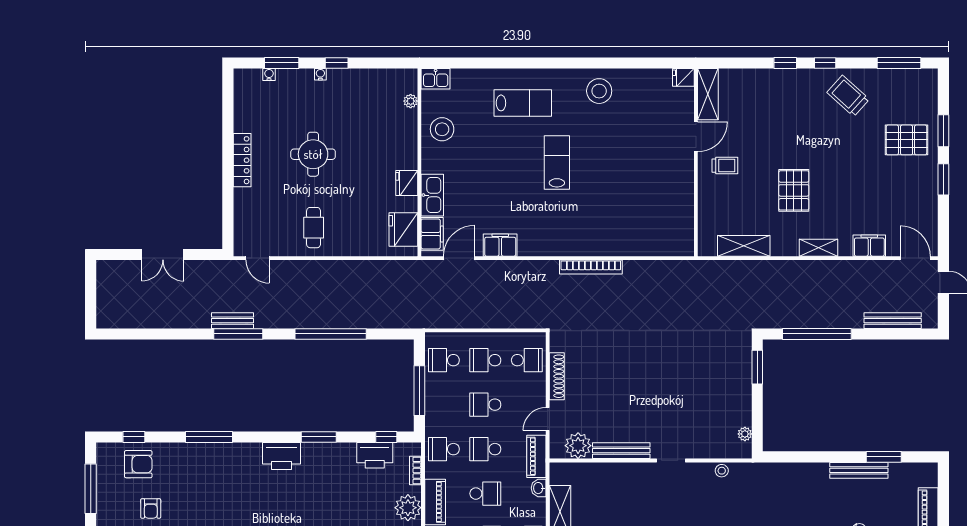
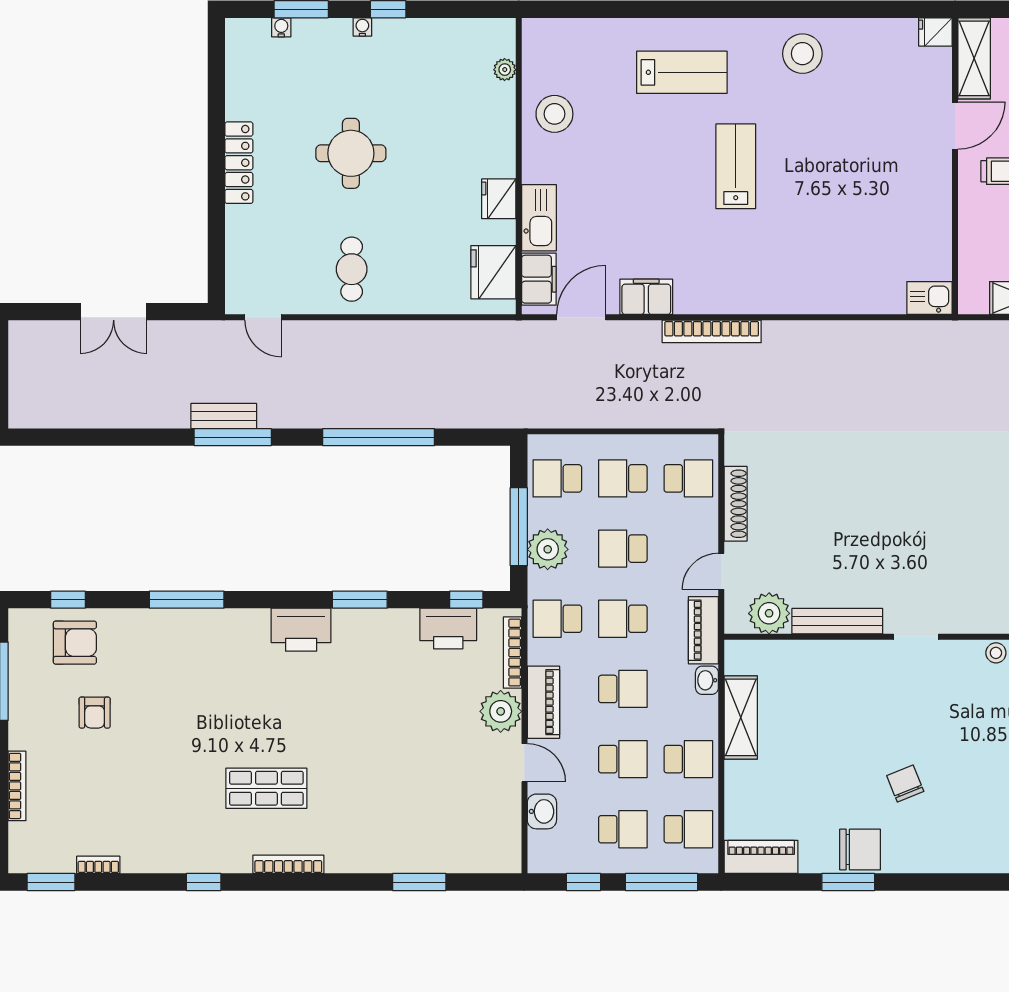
kitchen sink: (436, 79) -> (930, 298), moved, turned 180
bookcase: (591, 267) -> (712, 331), moved
plant: (438, 405) -> (548, 549), added
bookcase: (415, 470) -> (512, 653), width x1.56

